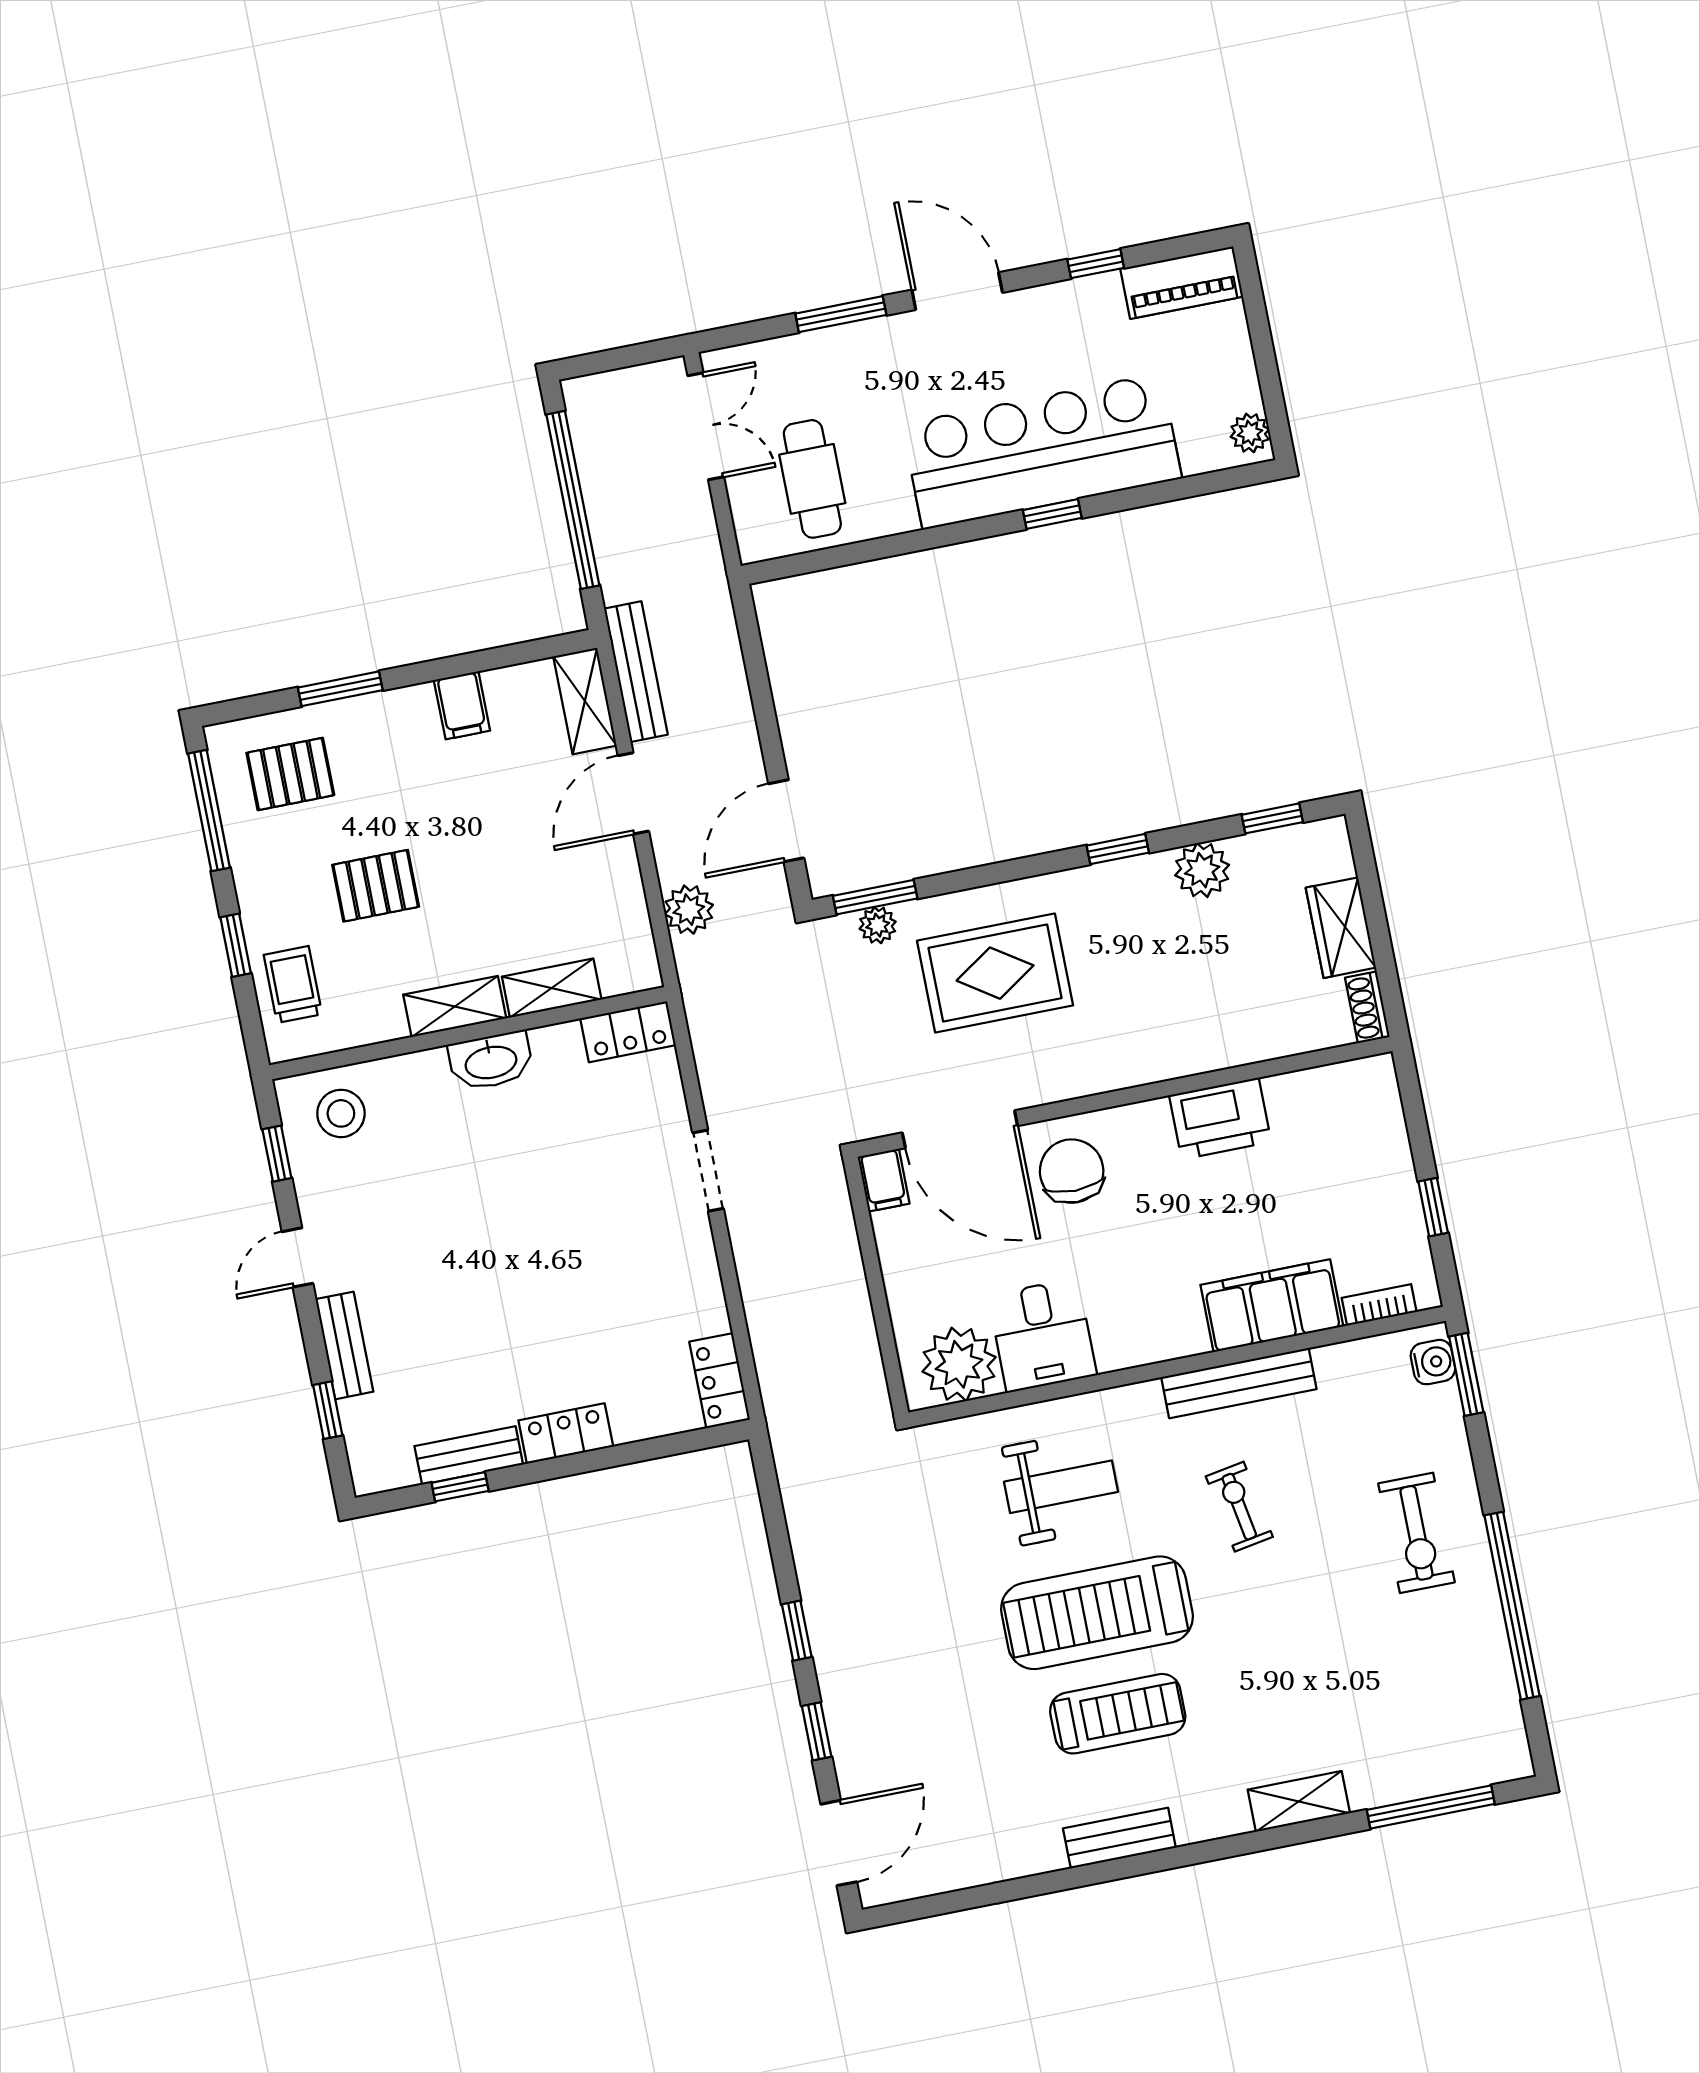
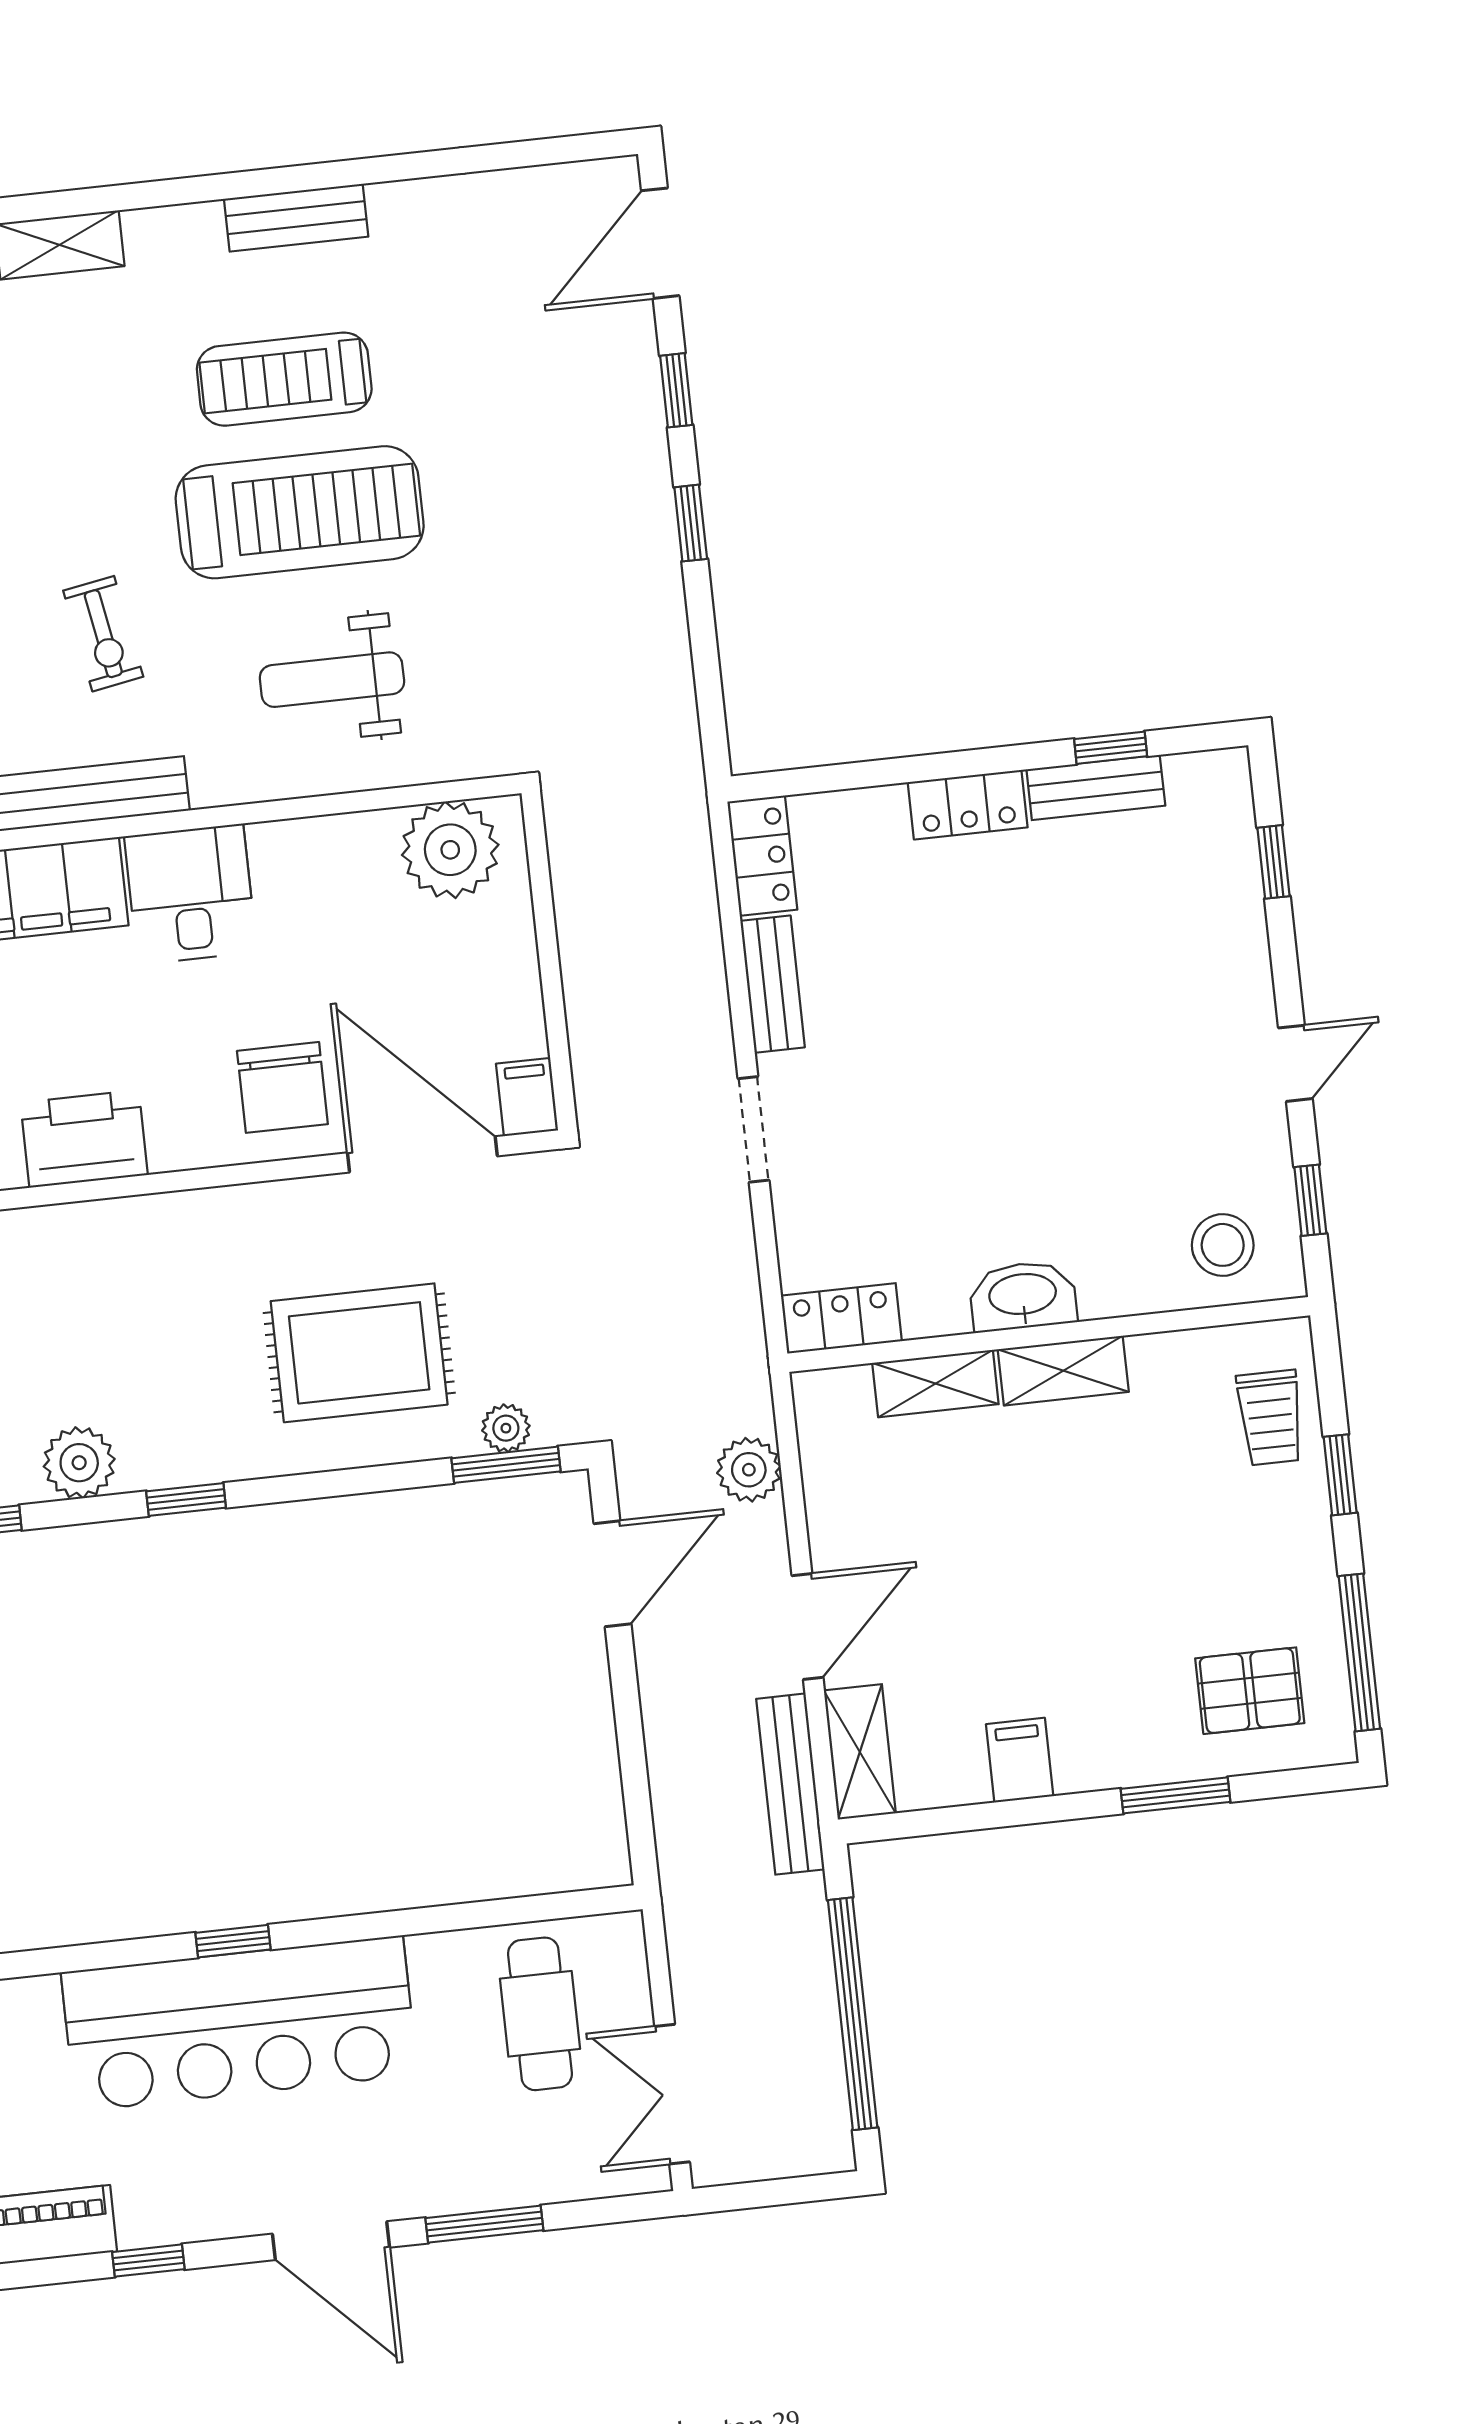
pallet: (376, 886) -> (1152, 1536), removed
desk: (1042, 1335) -> (191, 894), moved
bench: (344, 1345) -> (773, 984), moved

